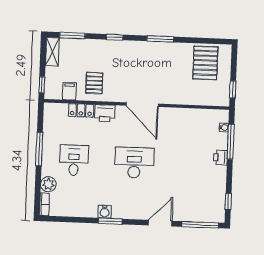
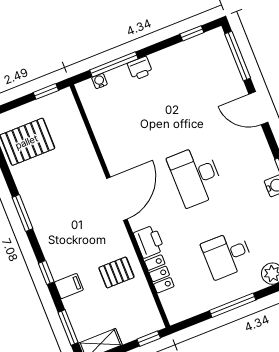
filing cabinet: (69, 91) -> (69, 286), moved, turned 180

